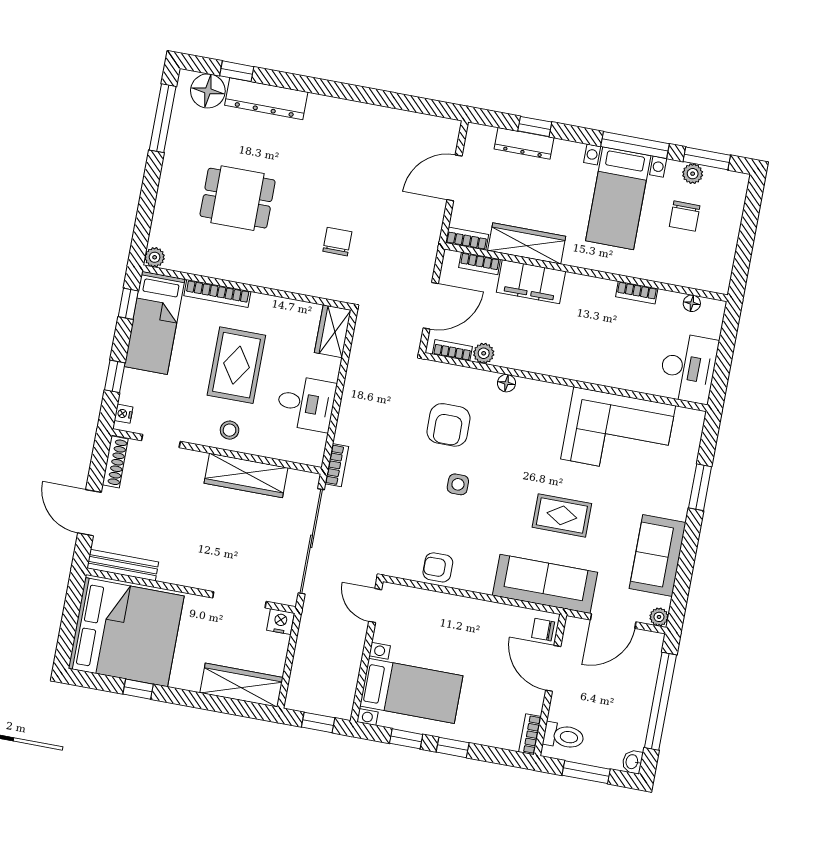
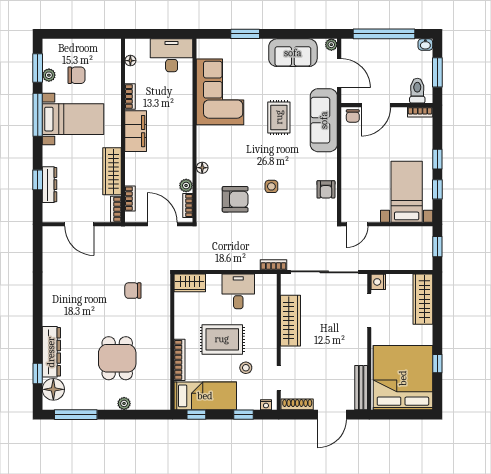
plant: (155, 257) -> (124, 403), moved
filing cabinet: (531, 282) -> (136, 131), moved
stool: (230, 430) -> (246, 368), moved

